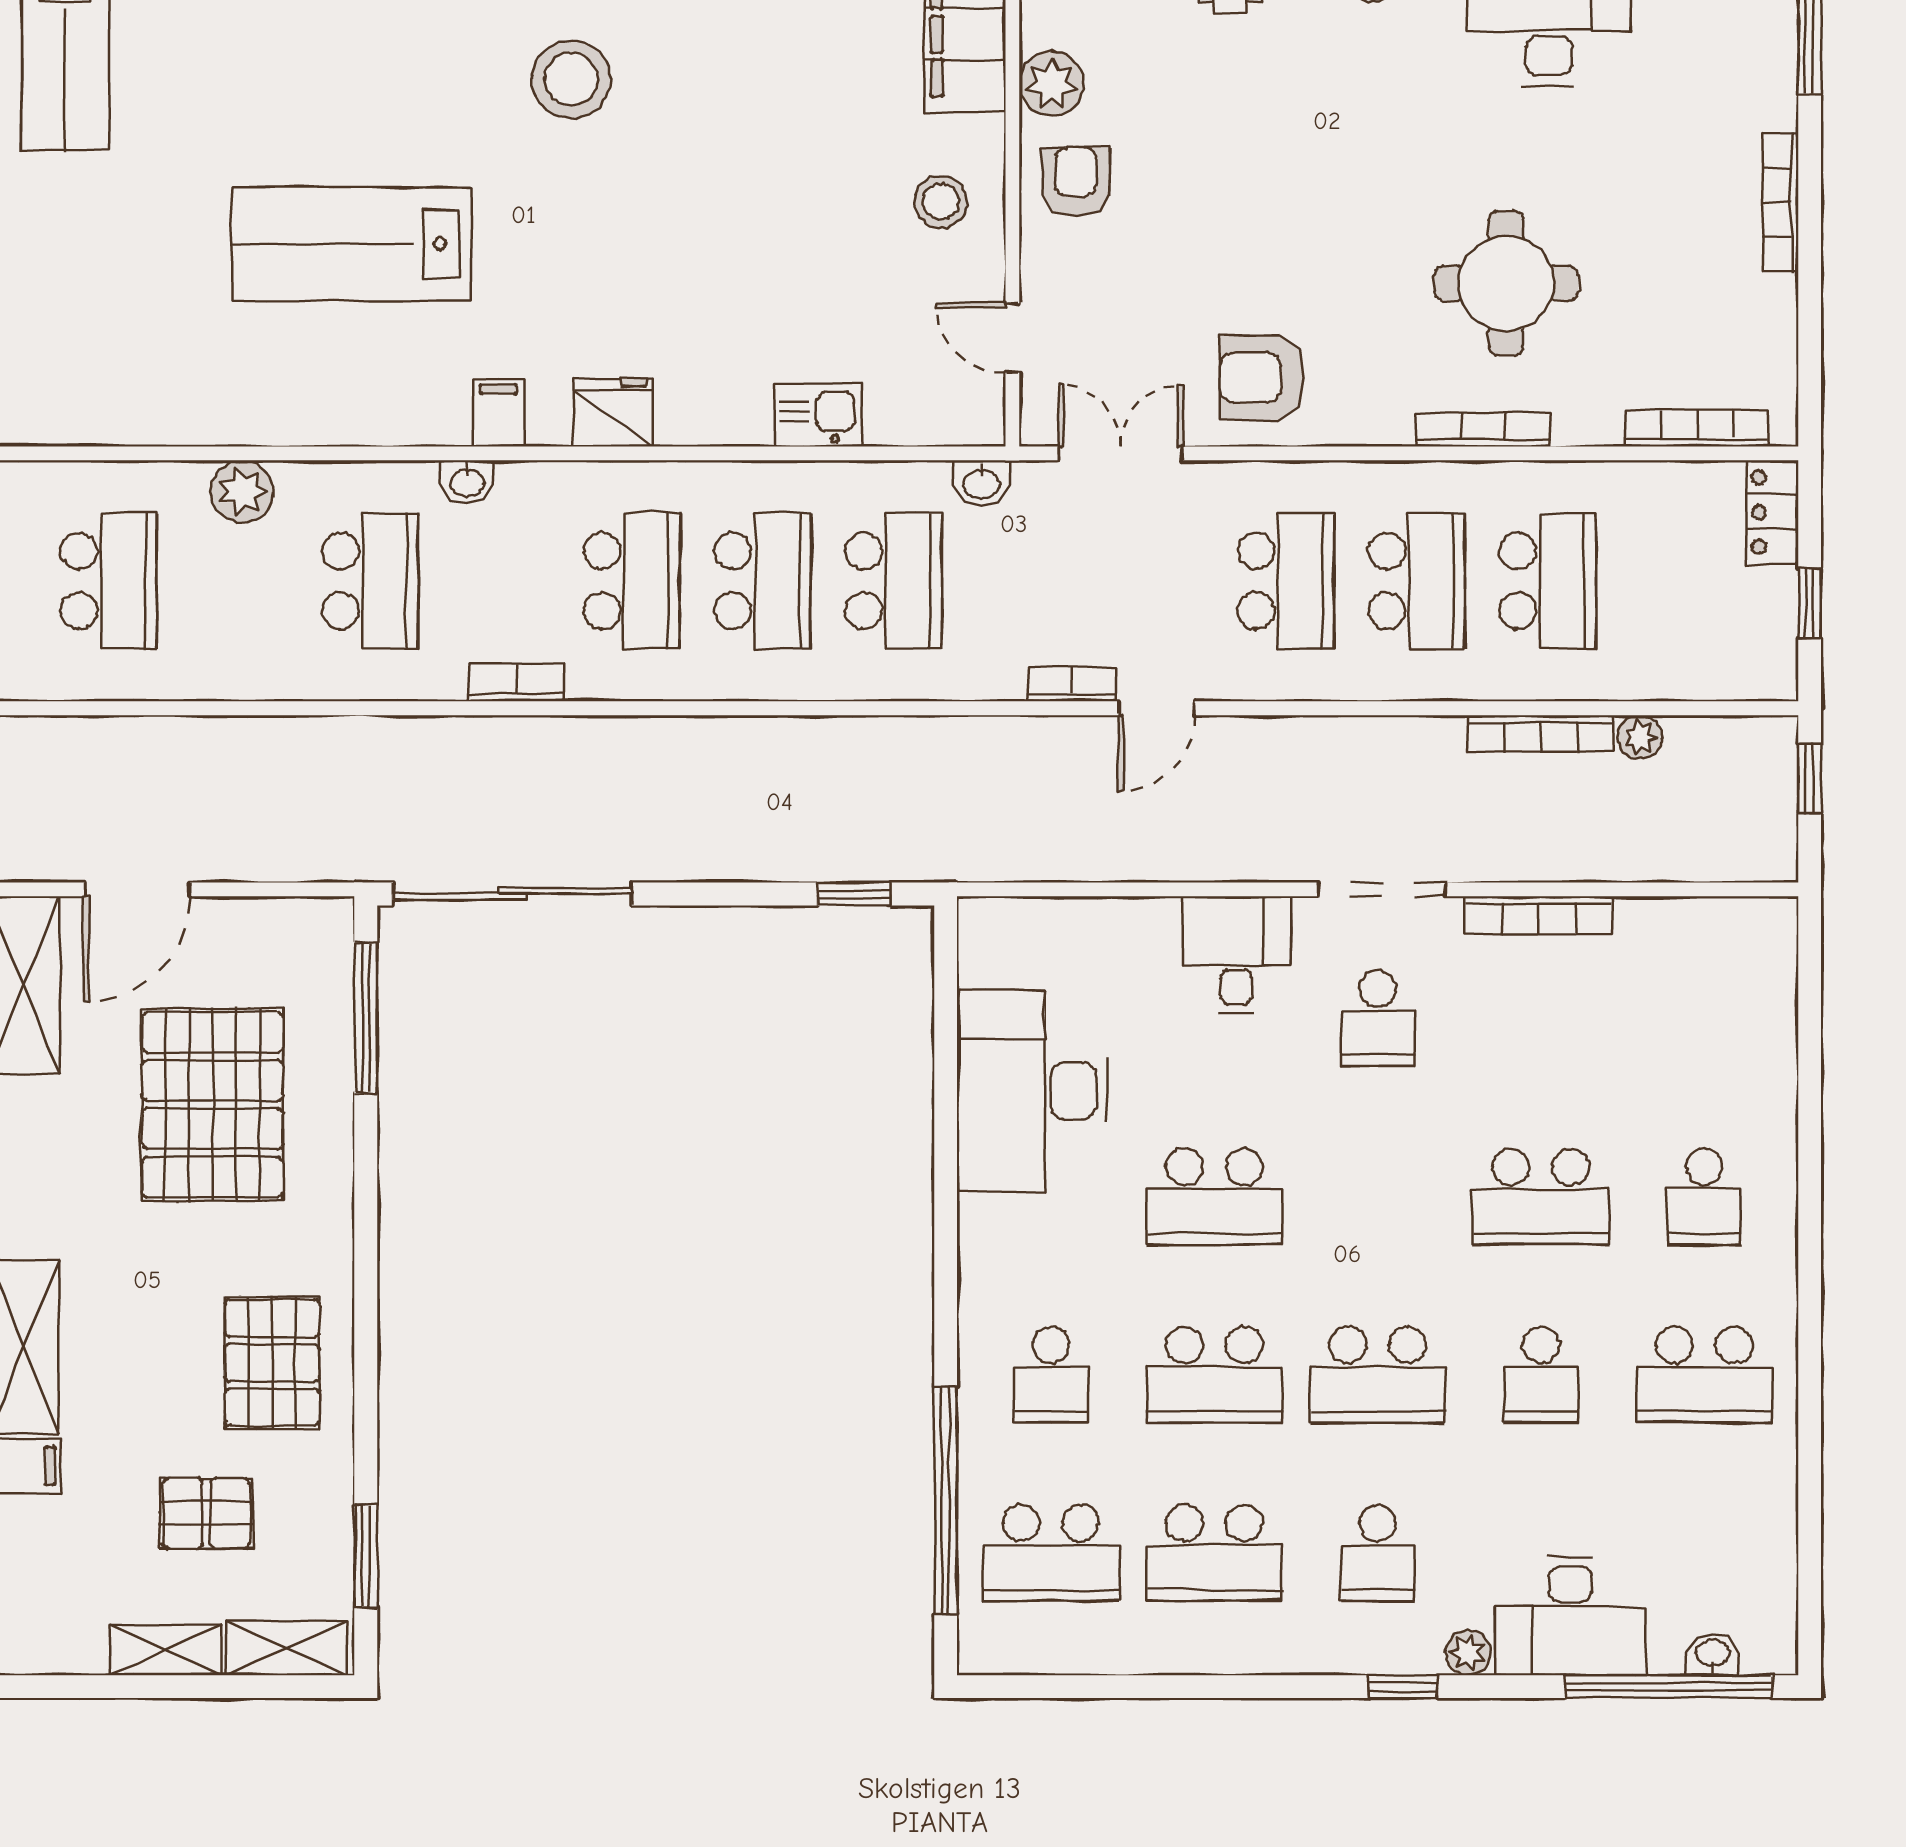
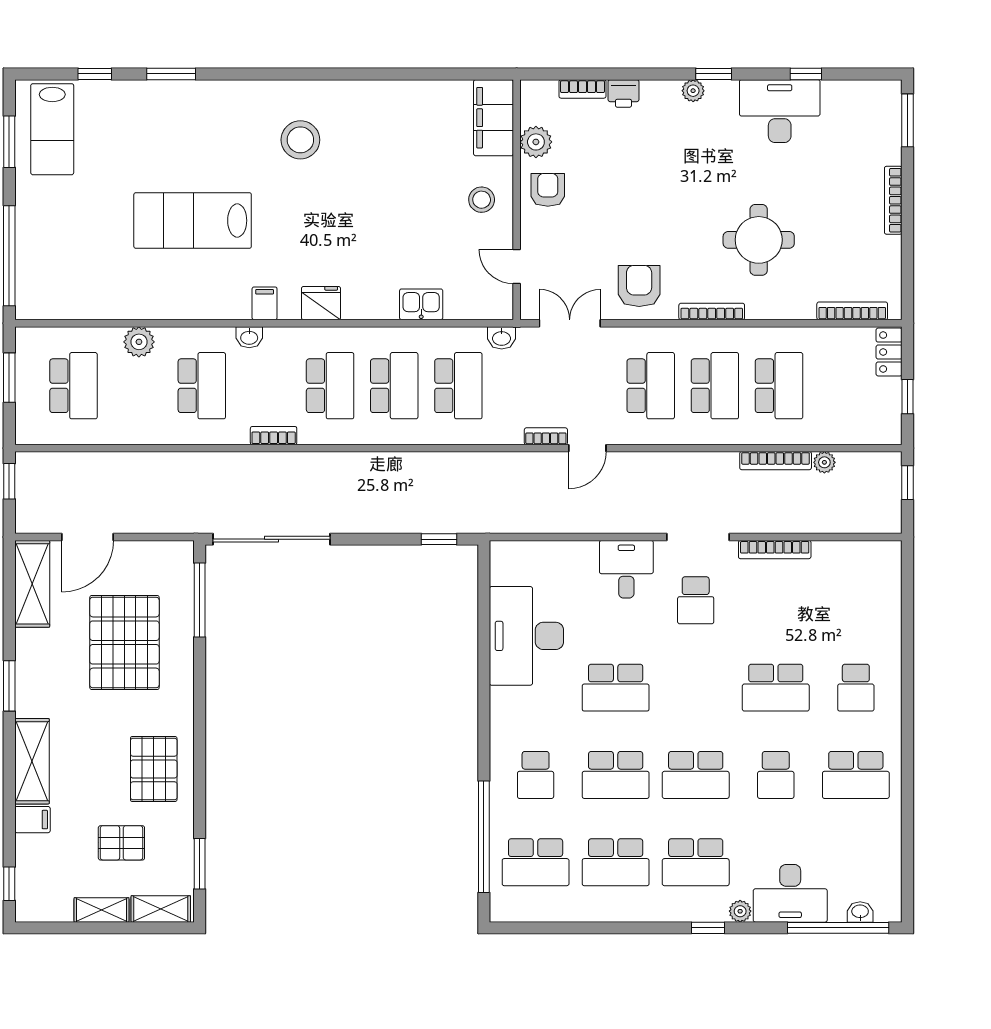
armchair: (1262, 377) -> (639, 286), turned 90
bookcase: (1484, 430) -> (712, 312), moved
school desk: (1378, 1553) -> (696, 862), width x1.85

